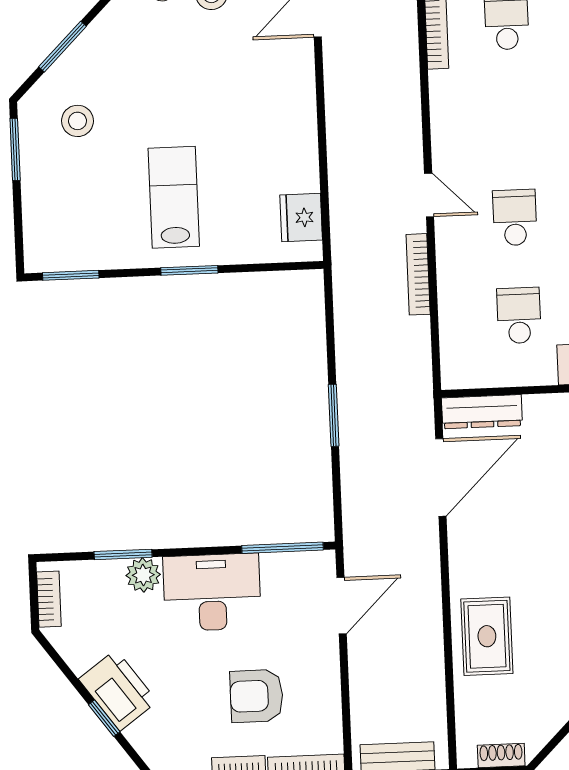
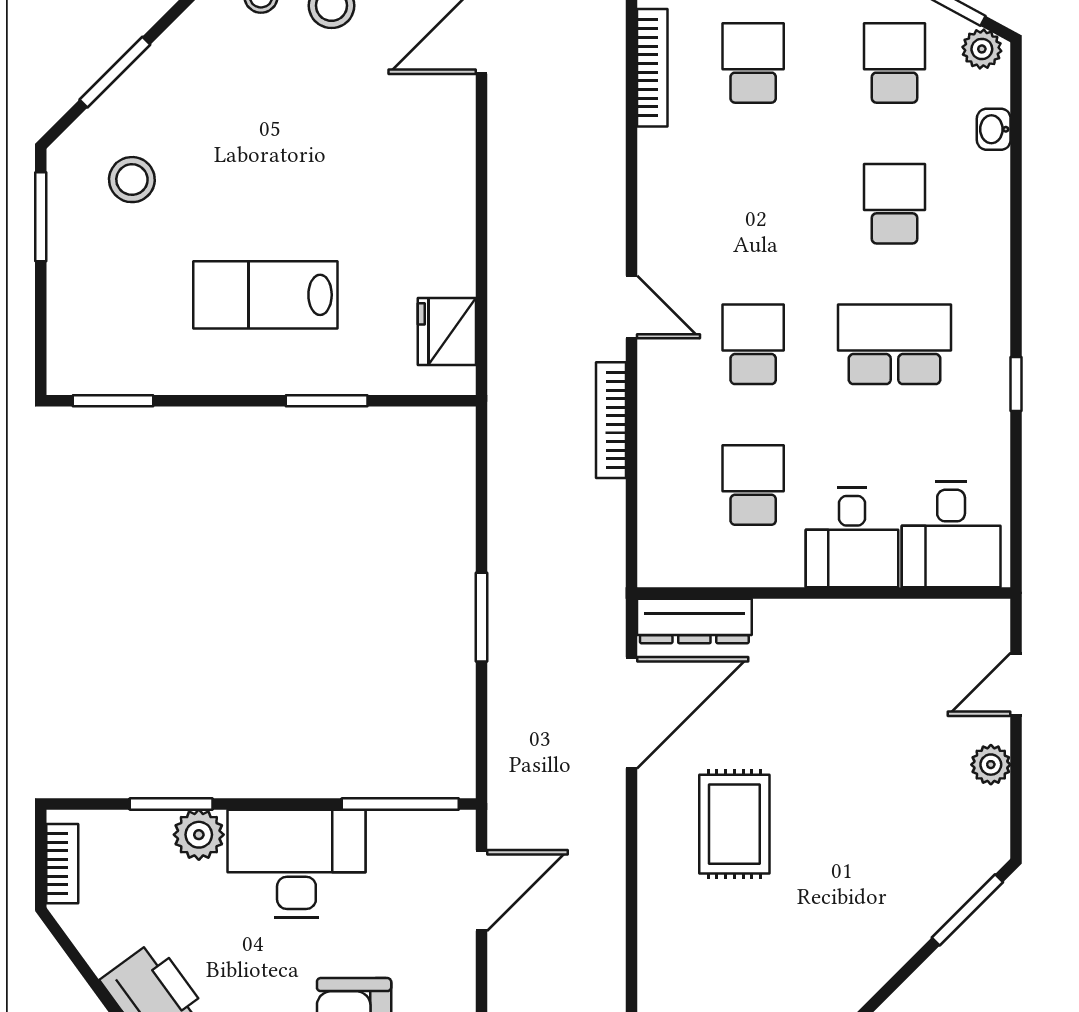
lab bench: (174, 197) -> (265, 295), turned -90
window: (189, 270) -> (327, 401), moved
rug: (487, 636) -> (734, 824), moved

